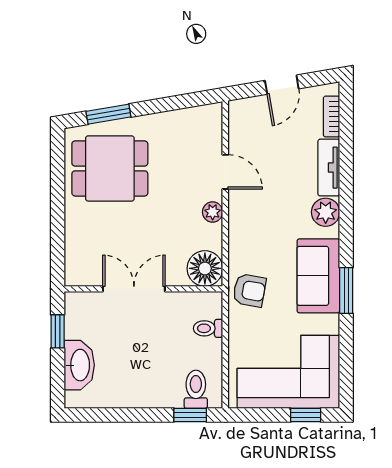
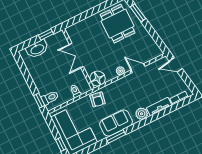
door: (282, 85) -> (176, 65), moved
door: (225, 172) -> (138, 68), swing flipped
double door: (134, 289) -> (76, 55), swing flipped

